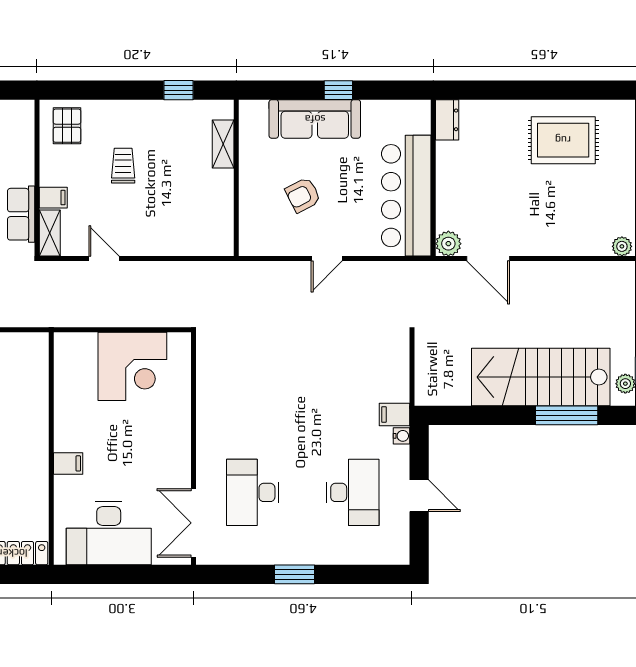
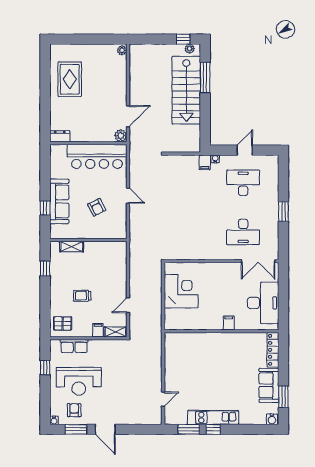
window: (338, 90) -> (45, 208), moved
row of seats: (21, 214) -> (74, 346), moved

